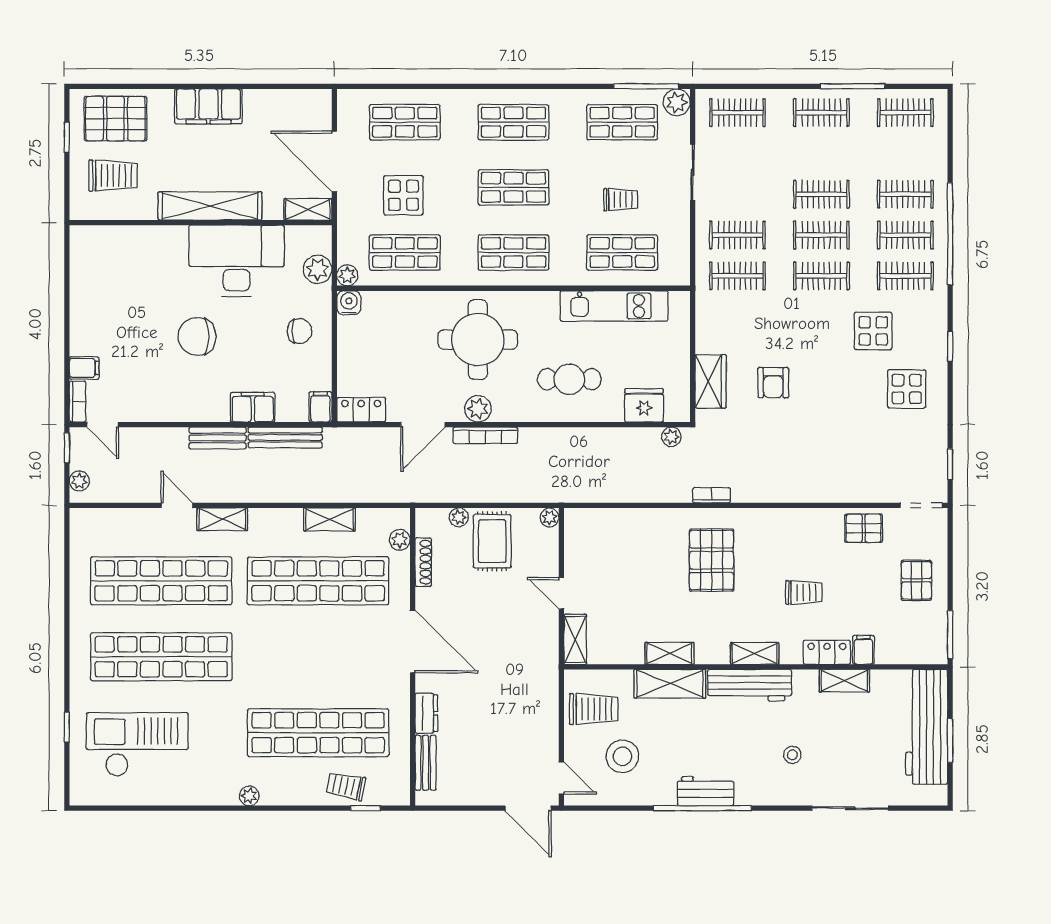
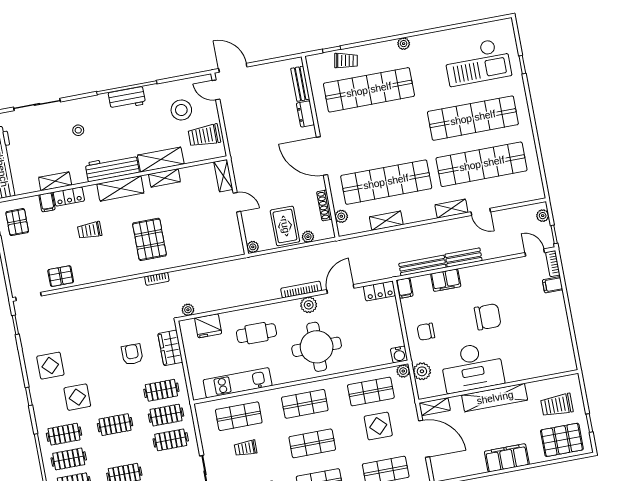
clothes rail: (821, 235) -> (161, 390), moved
pallet: (916, 580) -> (17, 222), moved
shelving: (755, 653) -> (120, 188), width x1.50, depth x1.33

